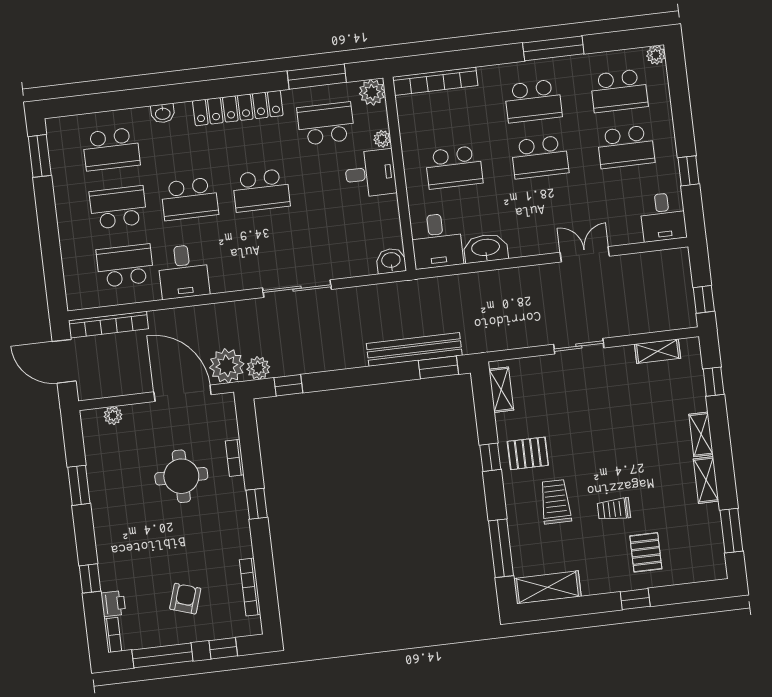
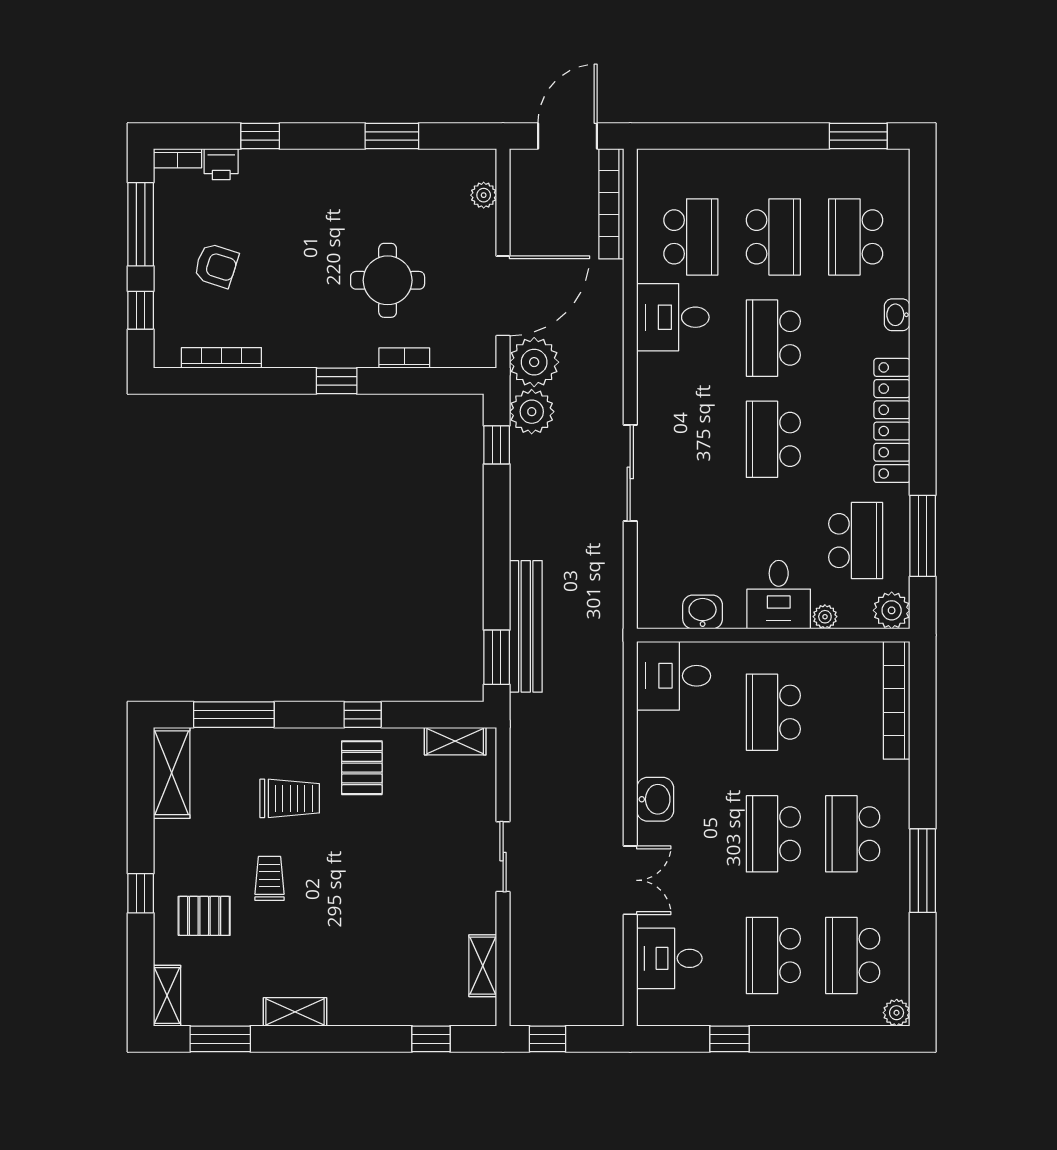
desk: (663, 217) -> (669, 958), moved
washbasin: (486, 248) -> (655, 799), moved, width x0.72
washbasin: (391, 261) -> (703, 612), moved, turned -90
plant: (258, 368) -> (532, 412), width x1.36, depth x1.36
shelving: (701, 434) -> (167, 996), moved, turned 90

